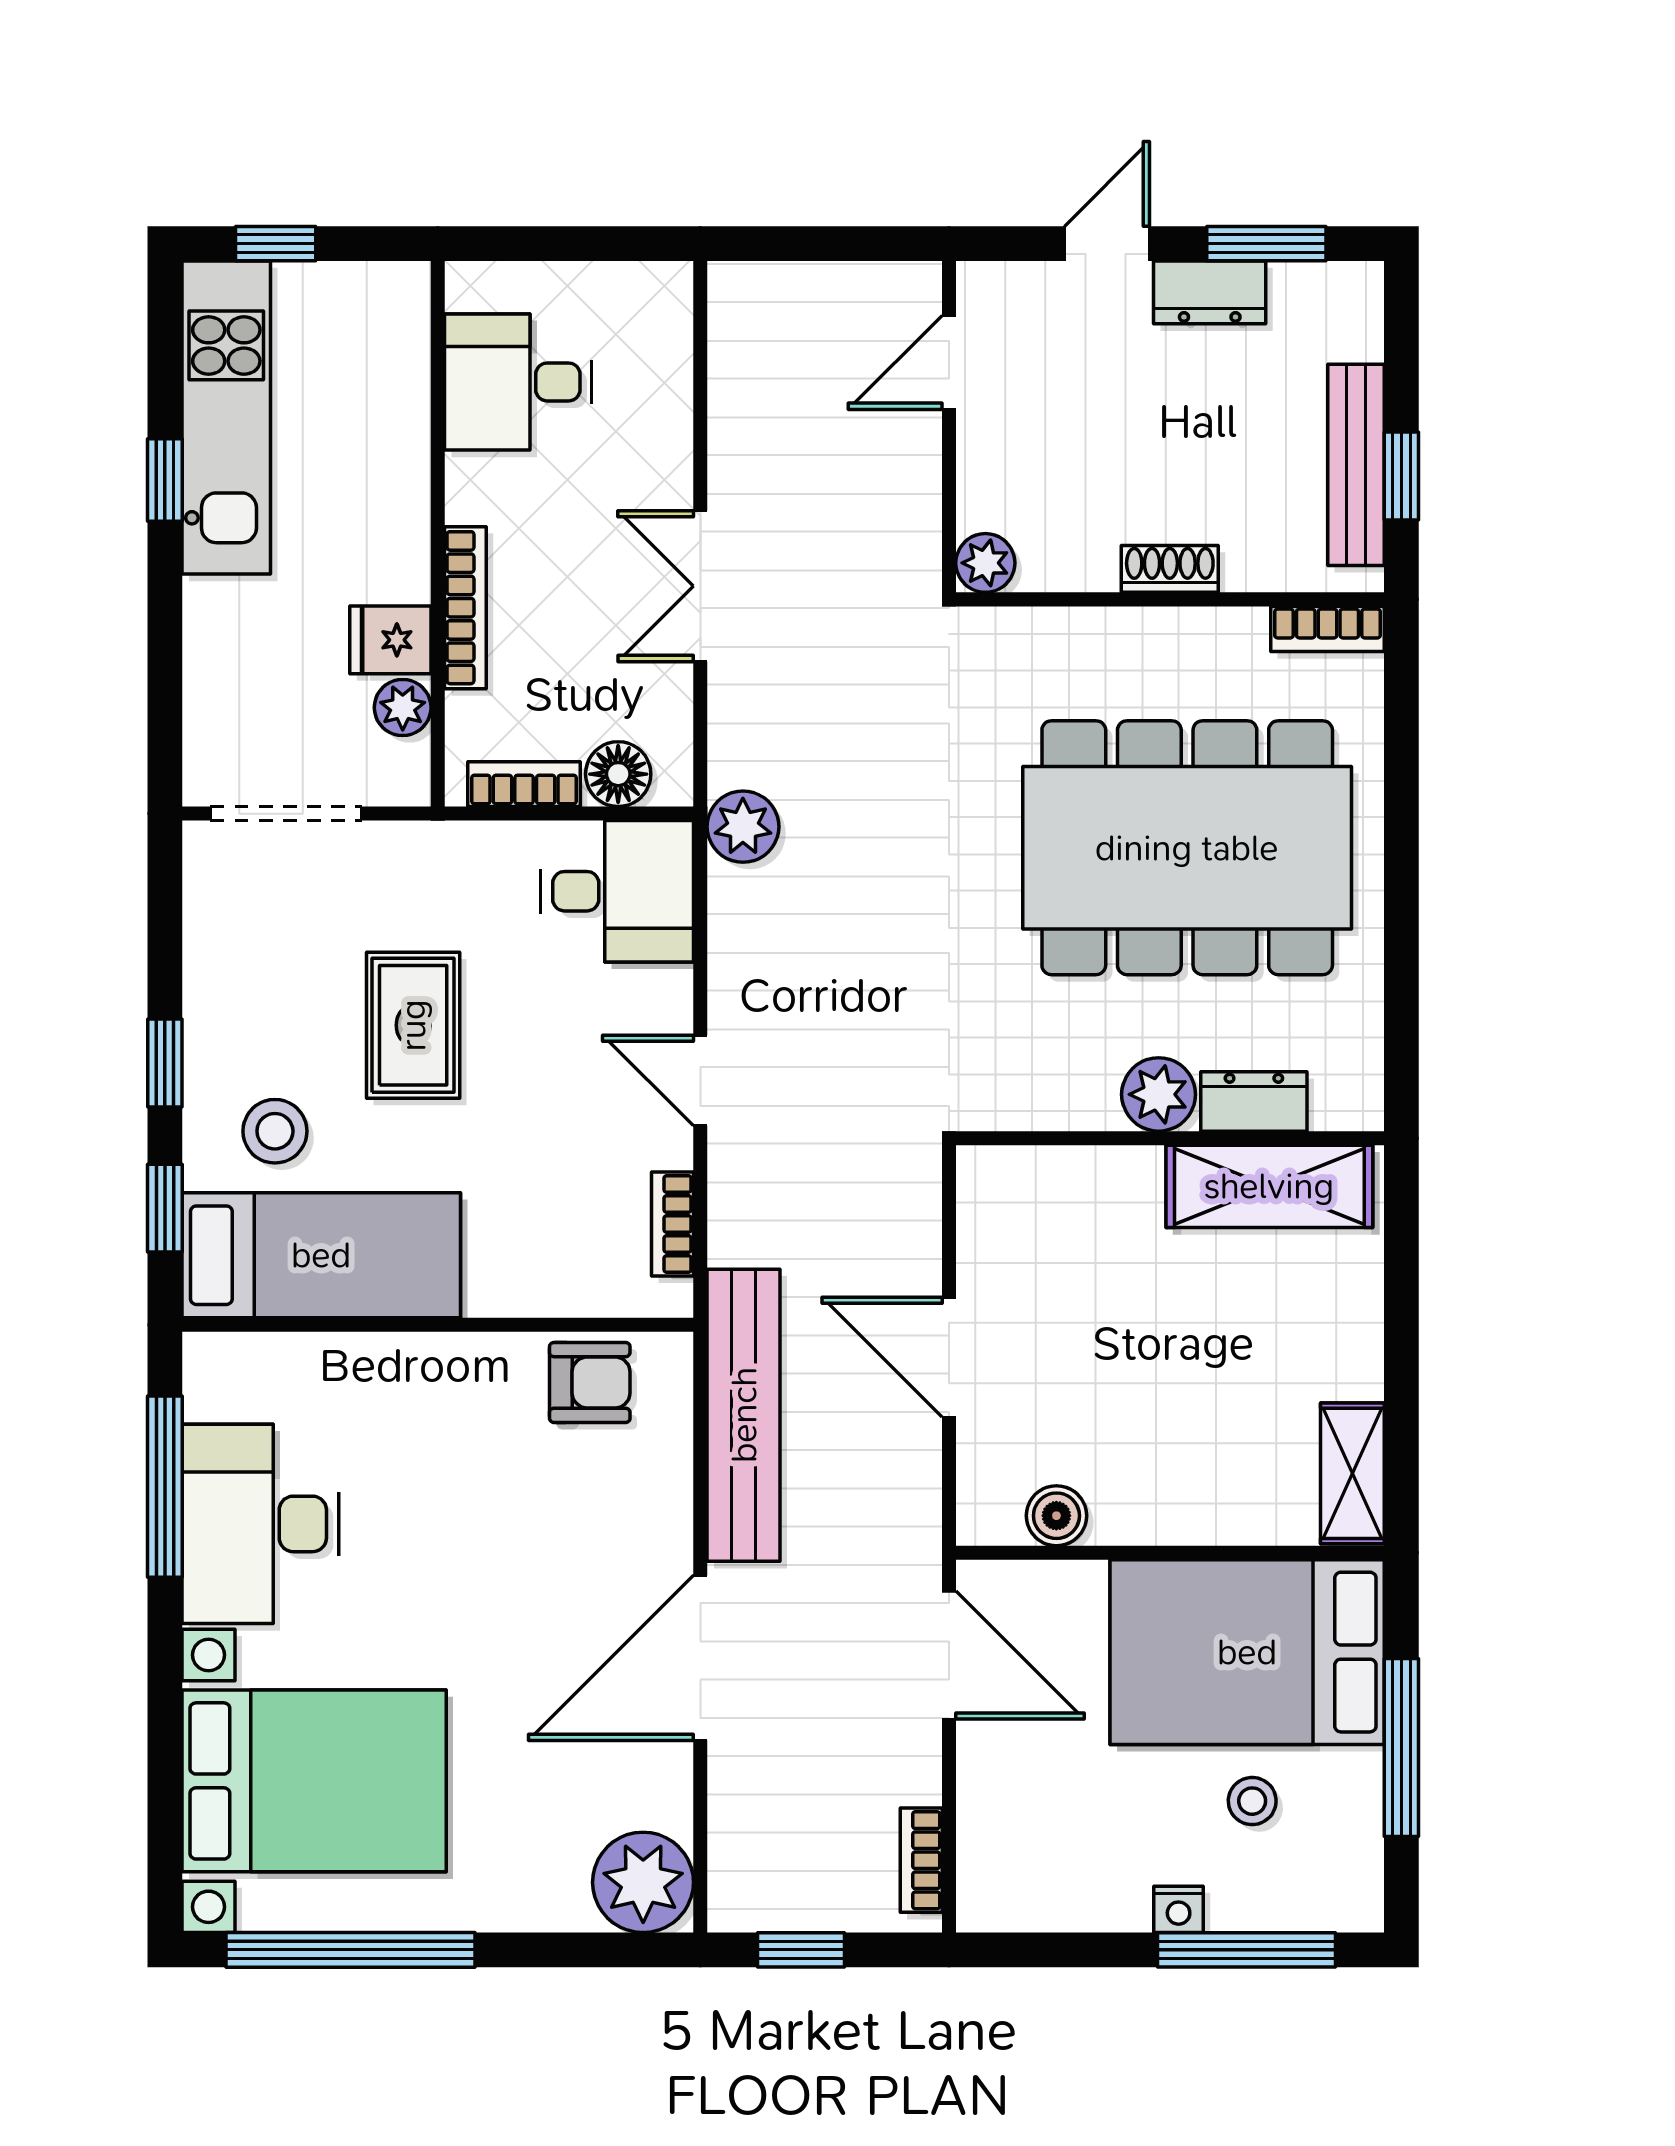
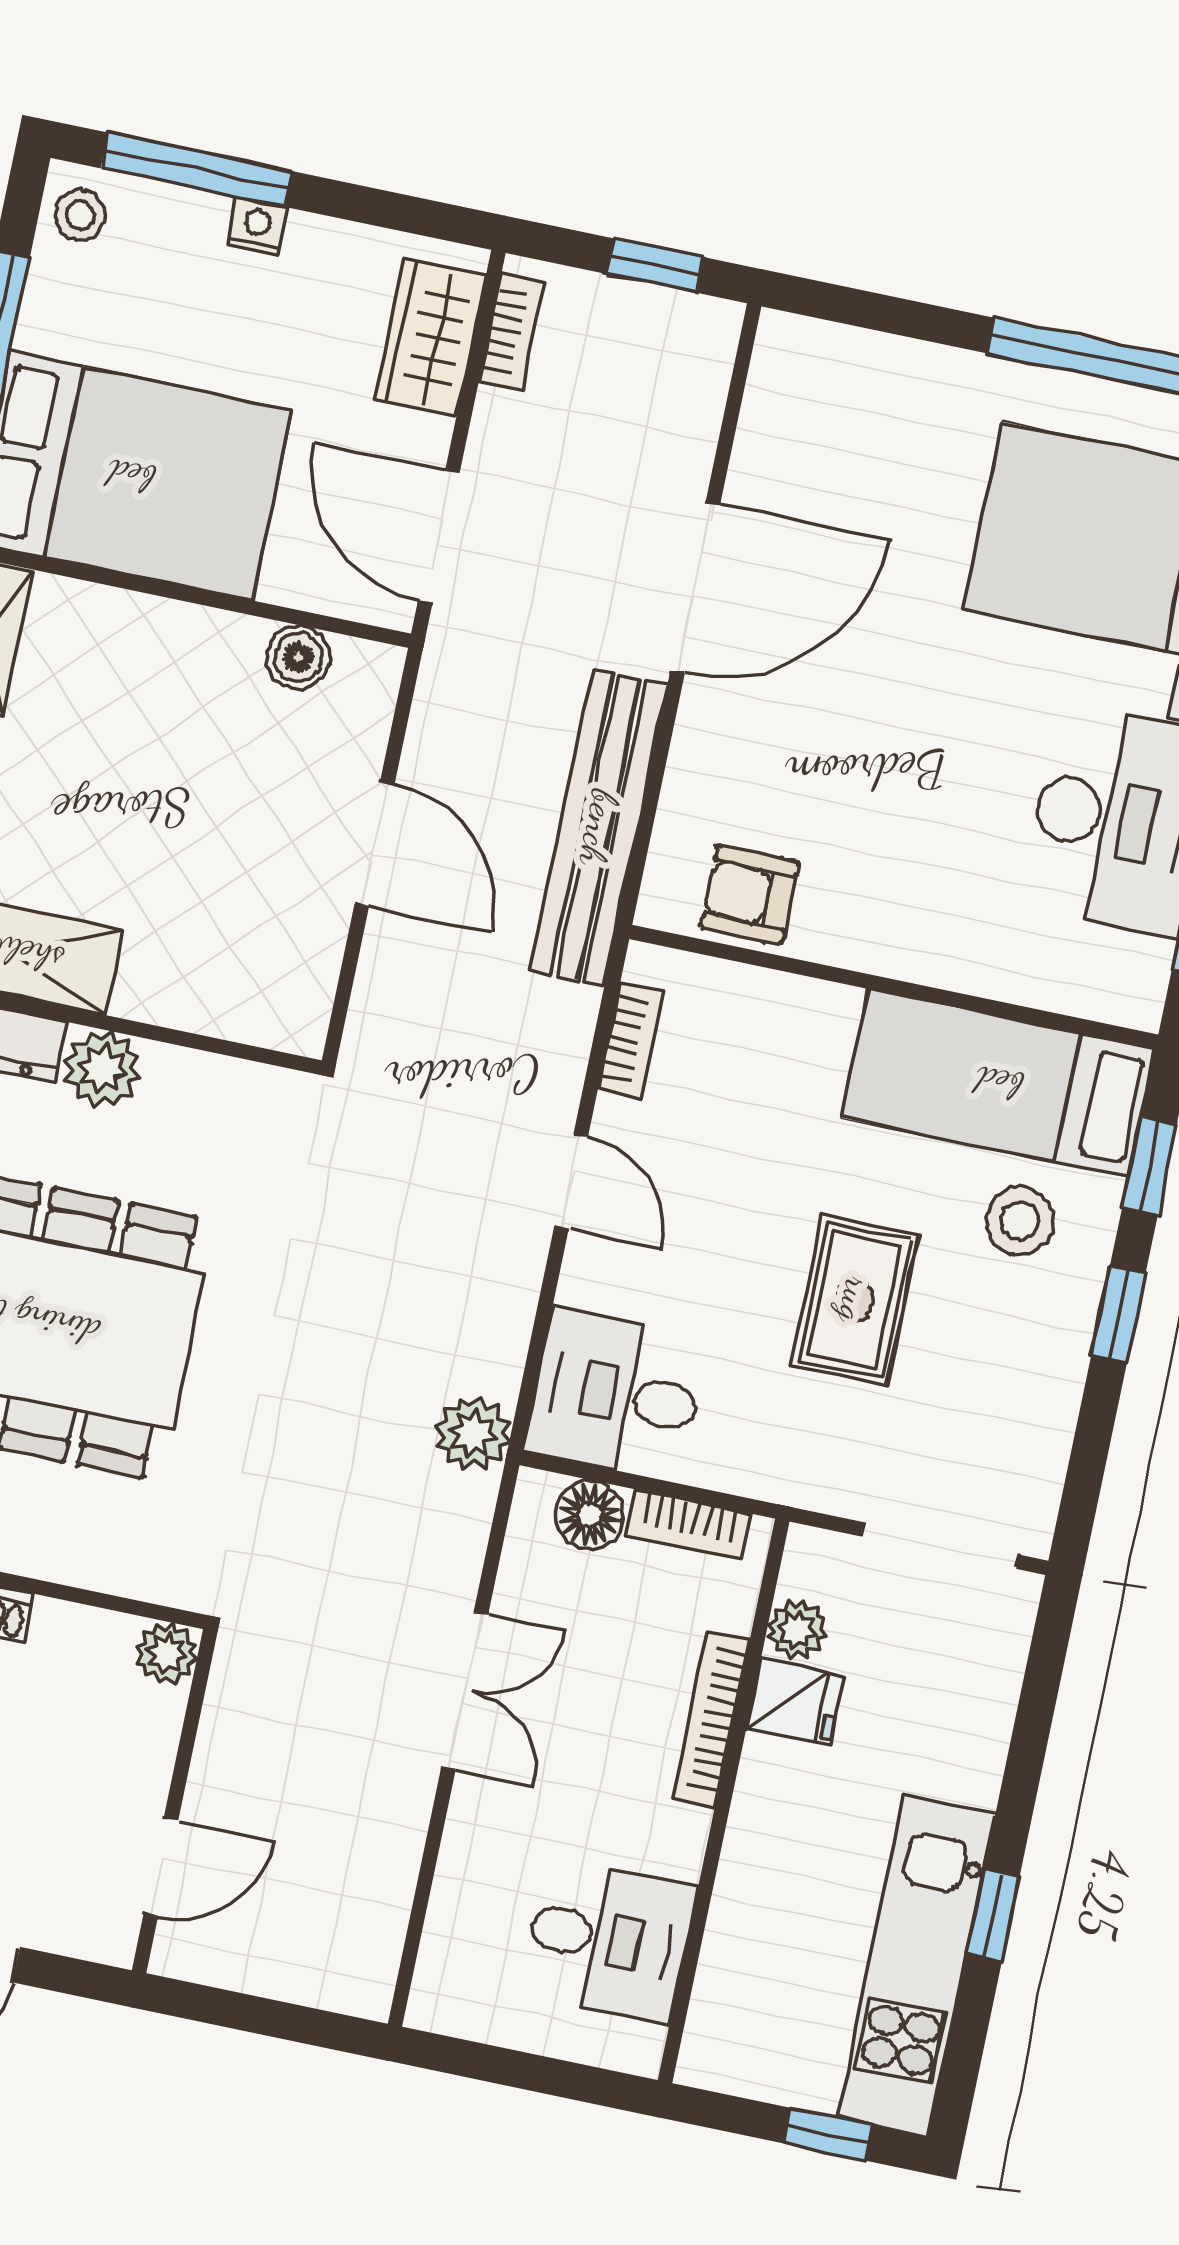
stool: (1252, 1801) -> (80, 215), moved
wardrobe: (996, 1840) -> (430, 337), added
plant: (643, 1882) -> (802, 369), removed

